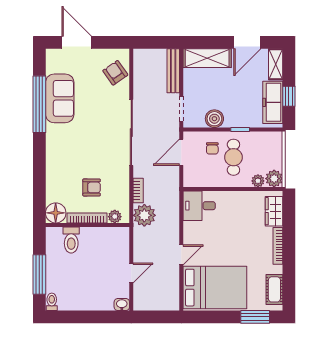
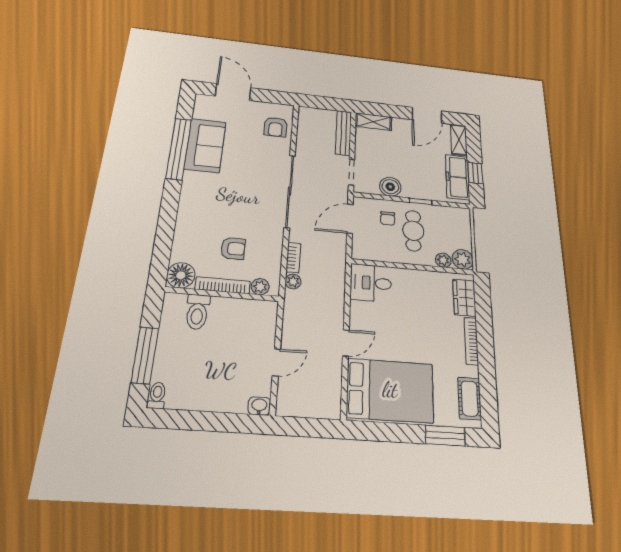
shelving: (207, 58) -> (373, 122), width x0.67, depth x0.75
armchair: (115, 73) -> (276, 127), turned -145
plant: (144, 215) -> (293, 281), width x0.53, depth x0.53

